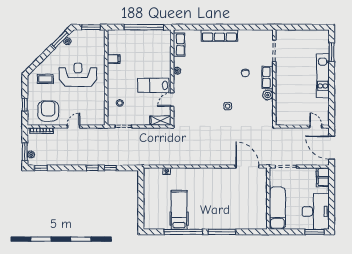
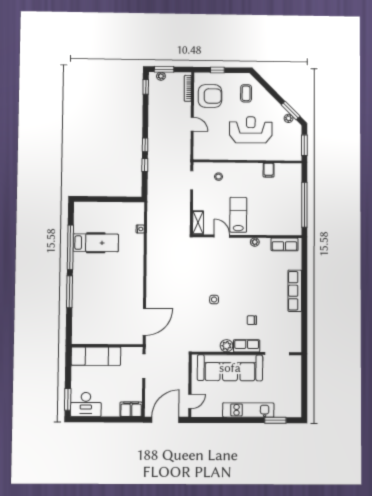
reception desk: (78, 75) -> (251, 130), turned -90
sofa: (287, 92) -> (230, 368), added
desk: (316, 211) -> (86, 404), width x0.73, depth x0.77

